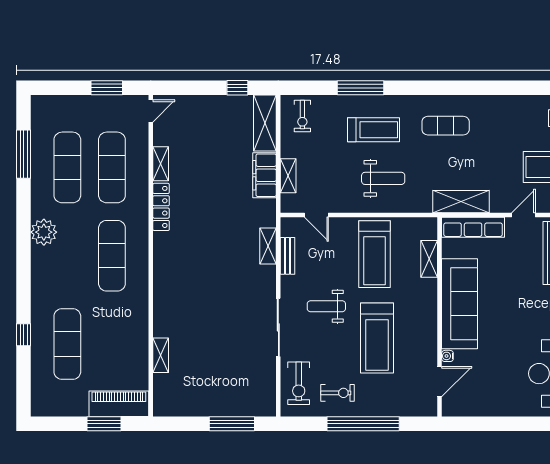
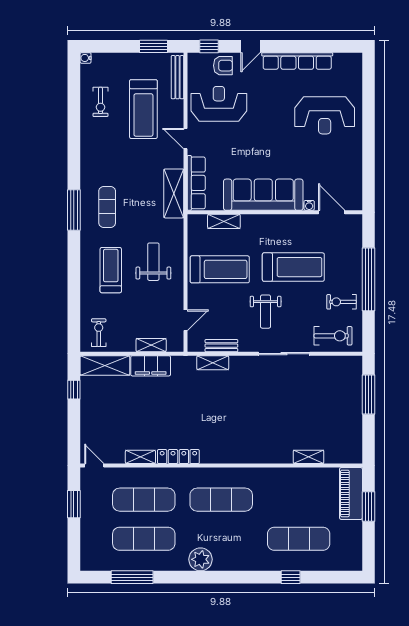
window: (361, 88) -> (74, 210), moved
exercise bike: (302, 116) -> (99, 333), turned -90
exercise bike: (337, 393) -> (342, 302), turned -90

